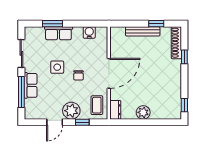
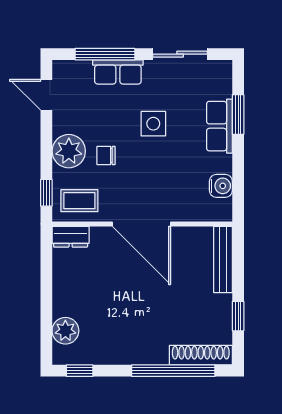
bench: (143, 31) -> (223, 259), moved
window: (184, 57) -> (173, 371), width x3.17
chair: (78, 75) -> (106, 155), moved
plant: (143, 112) -> (65, 331), moved
door: (55, 122) -> (46, 95), moved
window: (82, 122) -> (46, 193), moved

